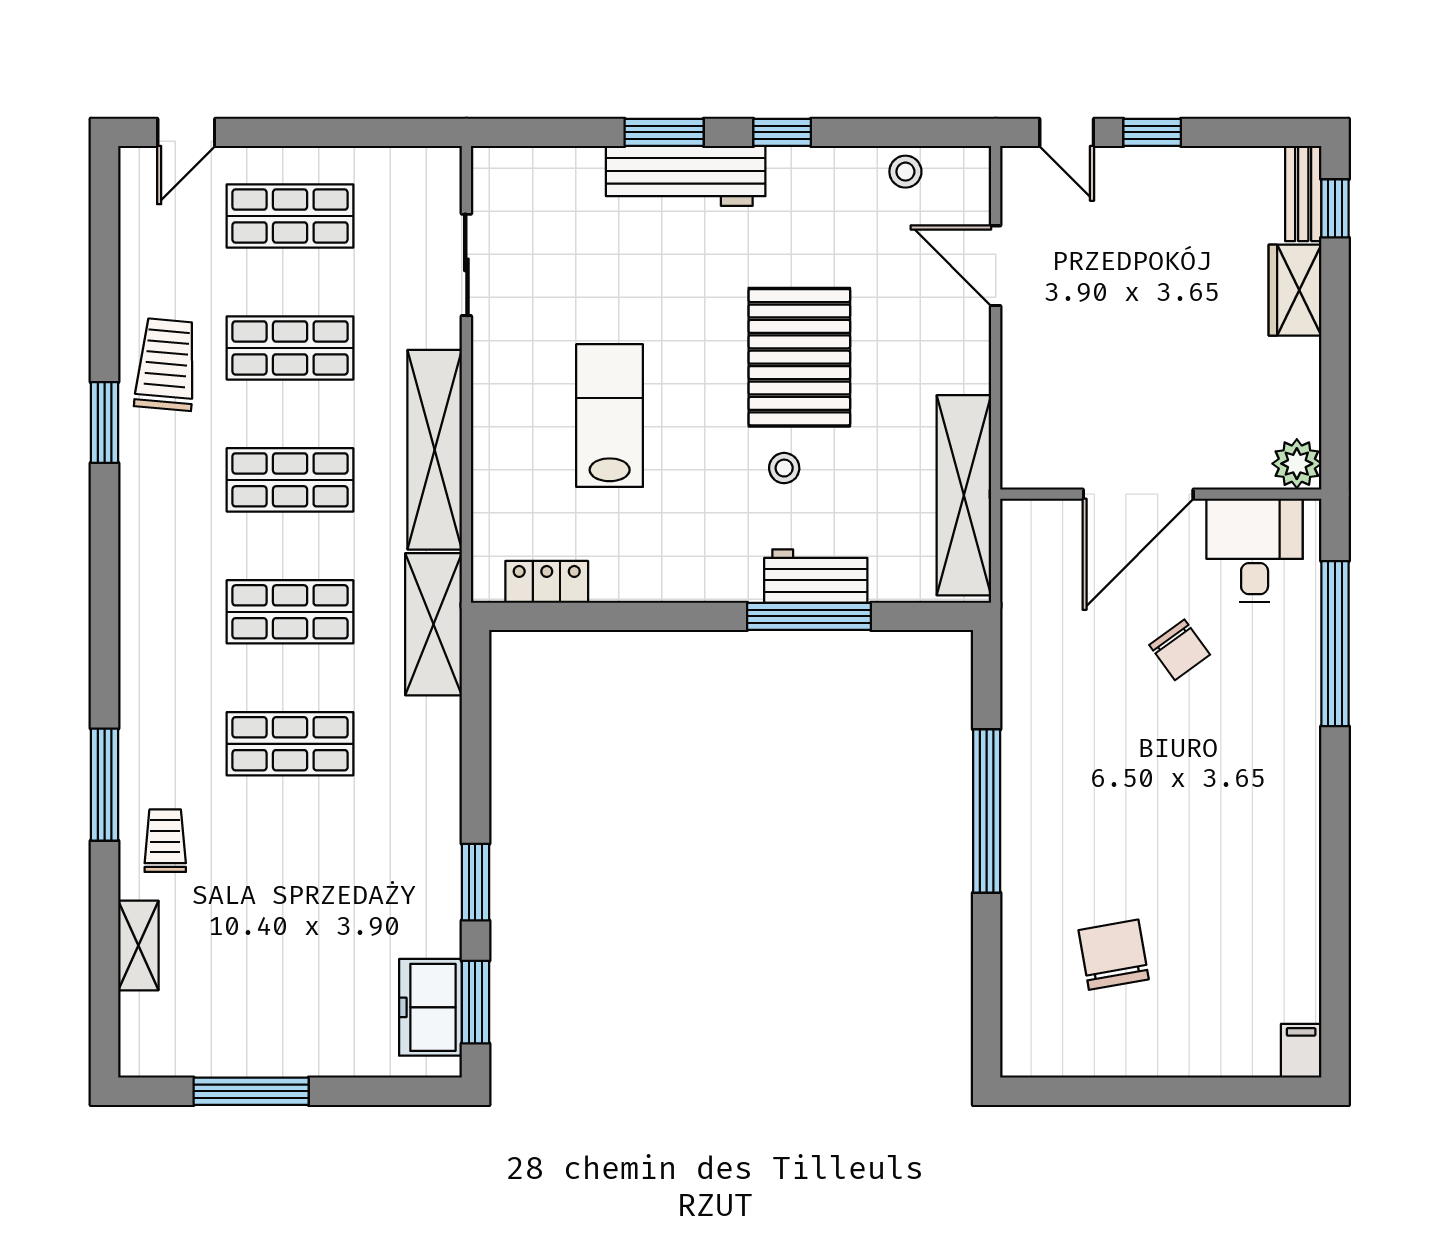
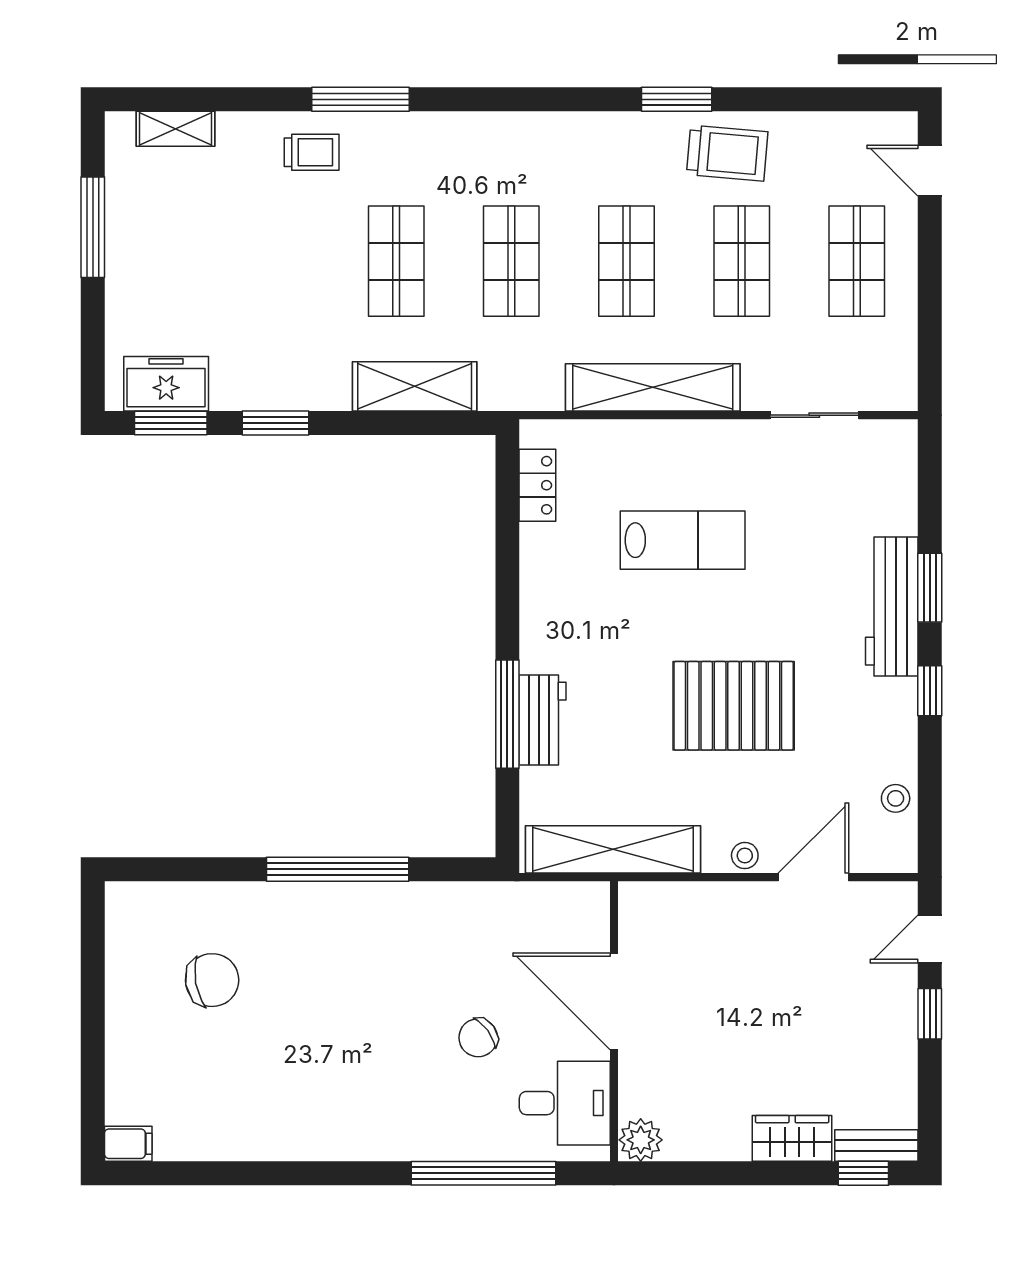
stool: (784, 468) -> (745, 856), moved
shelving: (434, 624) -> (415, 386), moved
shelving: (138, 945) -> (175, 129), moved

